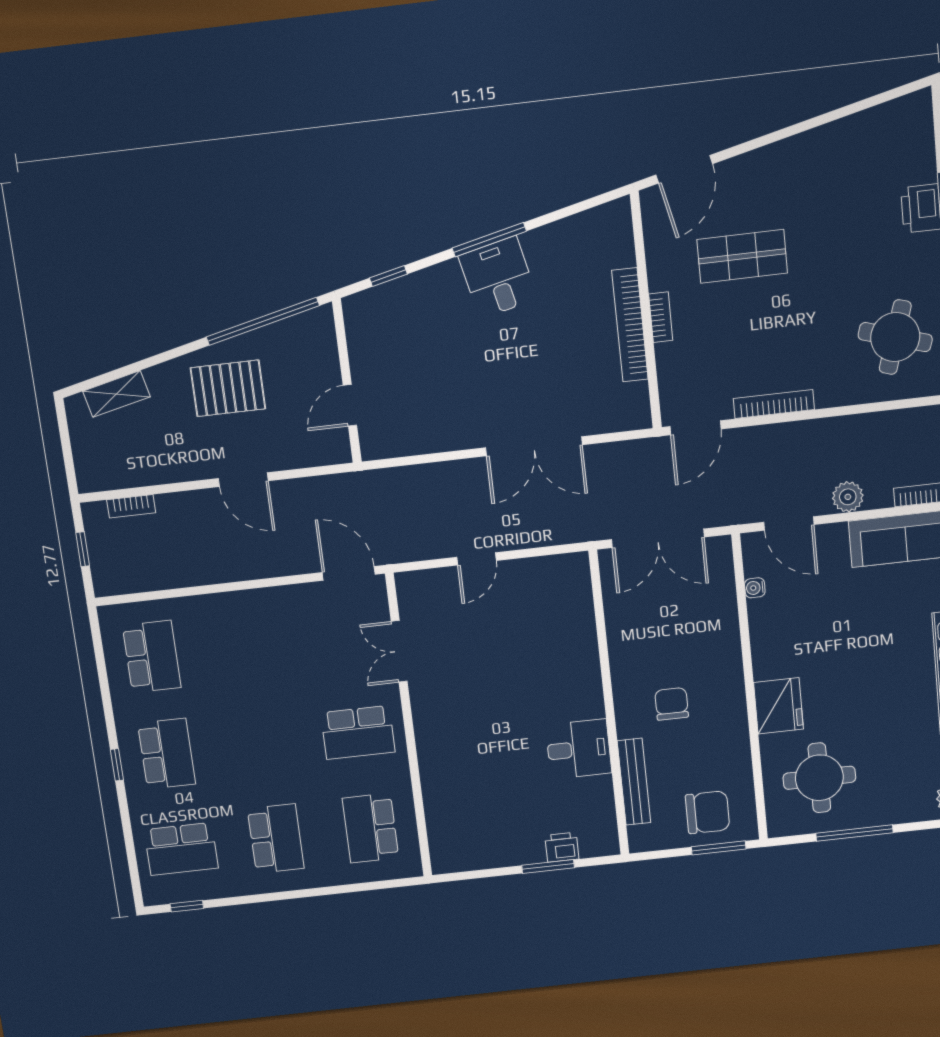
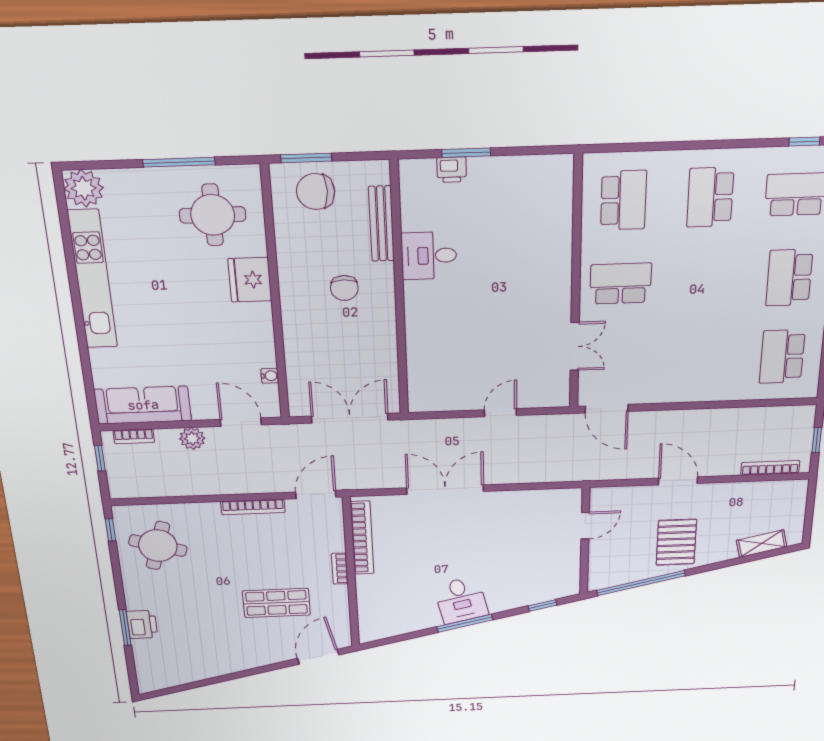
bookcase: (630, 325) -> (362, 538), moved
pallet: (228, 388) -> (676, 542), turned 90
bookcase: (131, 506) -> (770, 468), width x1.56

